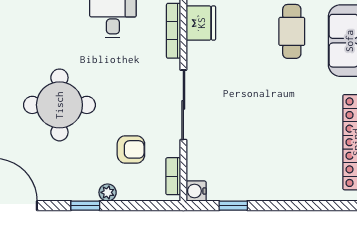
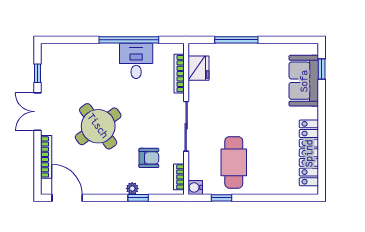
cafe table: (292, 31) -> (234, 162), moved, width x1.37, depth x1.35
round table: (59, 105) -> (98, 126), turned -36
window: (85, 206) -> (138, 198), moved

